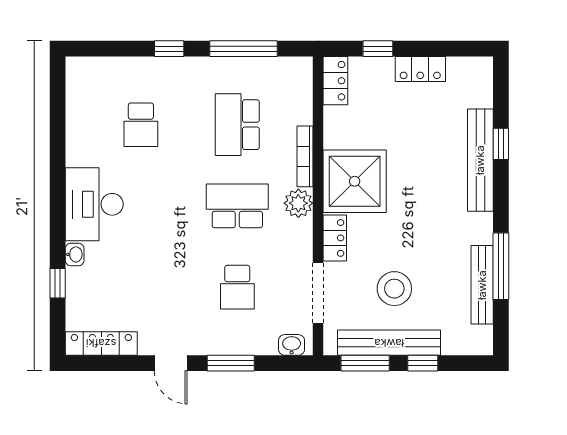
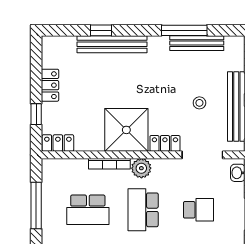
stool: (394, 289) -> (199, 103), width x0.53, depth x0.53

